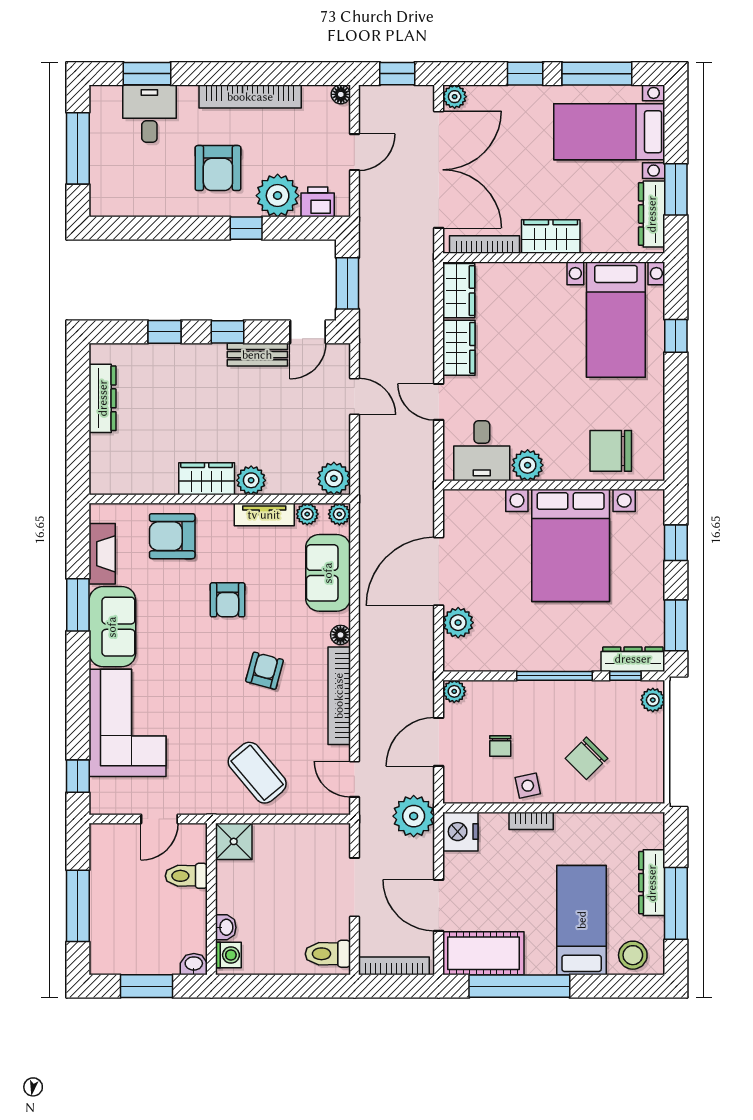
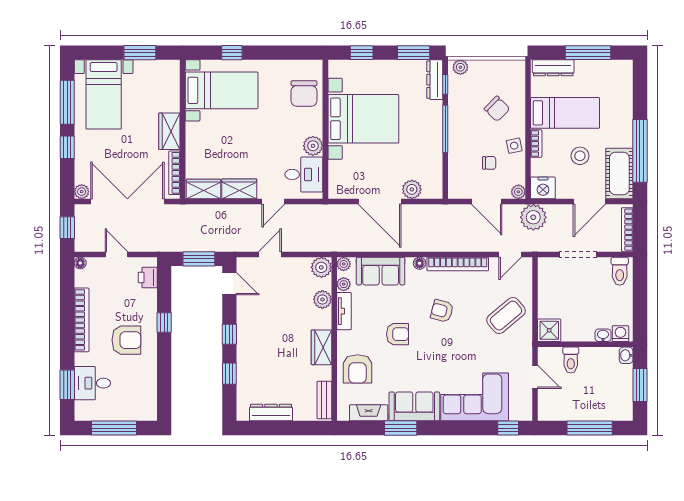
plant: (278, 196) -> (144, 303), removed
dresser: (652, 214) -> (155, 68), removed
bench: (257, 355) -> (324, 400), moved
plant: (251, 480) -> (322, 299), moved
plant: (454, 691) -> (518, 192), moved
dresser: (652, 883) -> (553, 68), moved
bed: (582, 920) -> (565, 113), moved, turned 180
stool: (633, 955) -> (580, 156), moved

